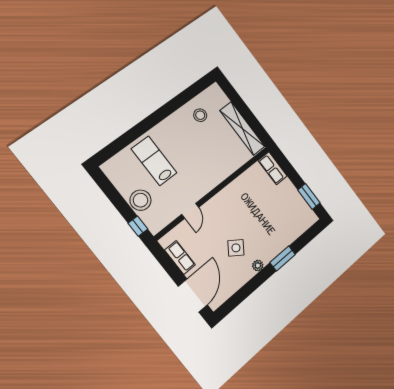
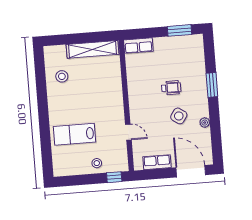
stool: (141, 200) -> (97, 163), width x0.53, depth x0.53
wheelchair: (256, 223) -> (171, 88), added
plant: (258, 266) -> (205, 123), moved

